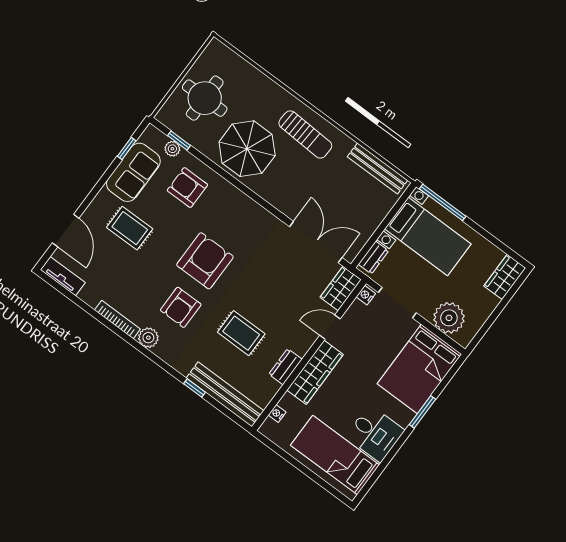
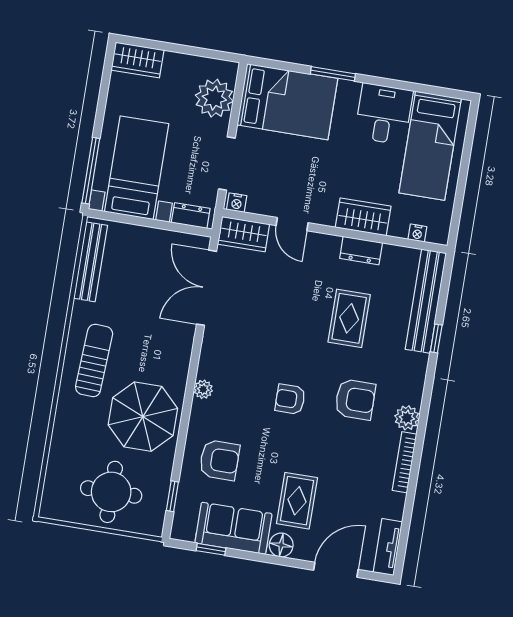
plant: (172, 149) -> (203, 389), moved
armchair: (187, 188) -> (219, 460), turned -90
floor lamp: (104, 200) -> (281, 545), added
armchair: (205, 261) -> (290, 399), width x0.53, depth x0.53
wardrobe: (315, 372) -> (363, 217), width x0.67

